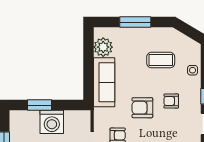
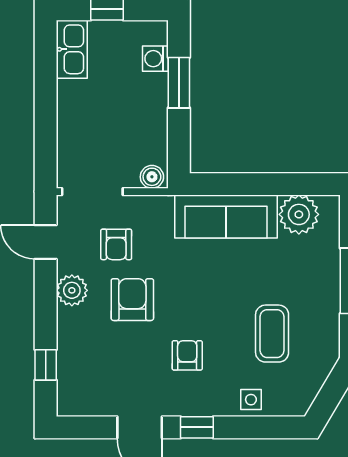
armchair: (142, 108) -> (132, 300), moved
boiler: (85, 118) -> (152, 177), added
washing machine: (52, 122) -> (155, 59), moved, width x0.53, depth x0.53

